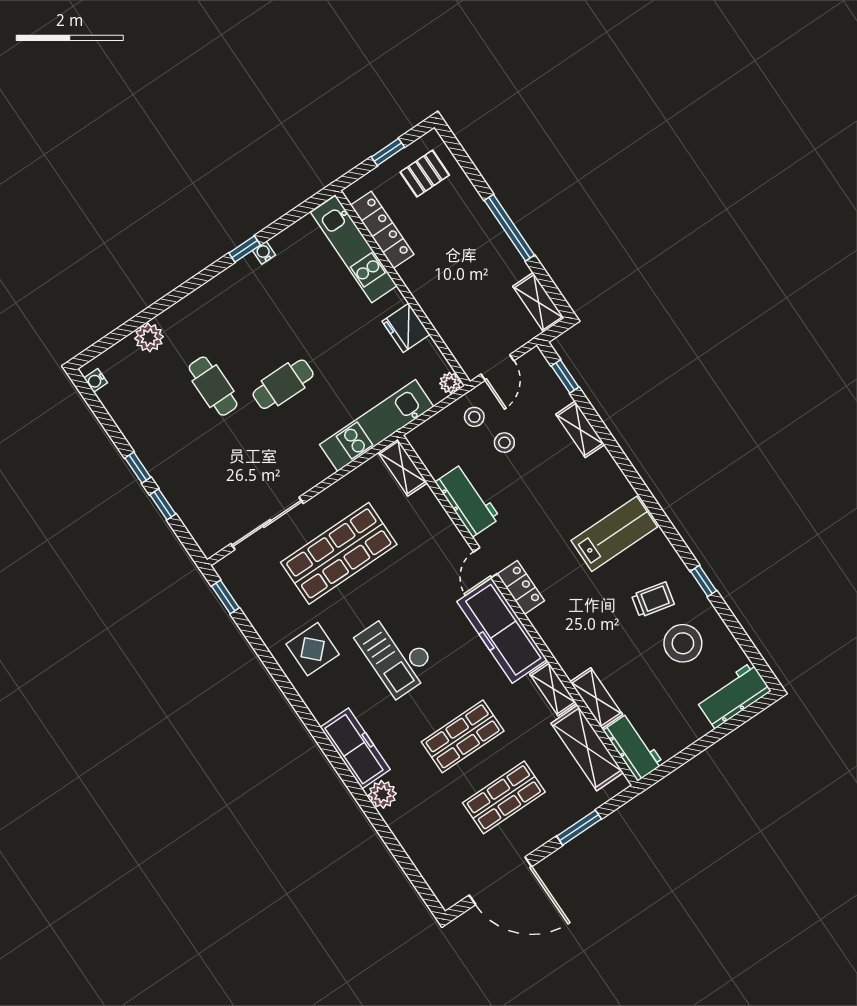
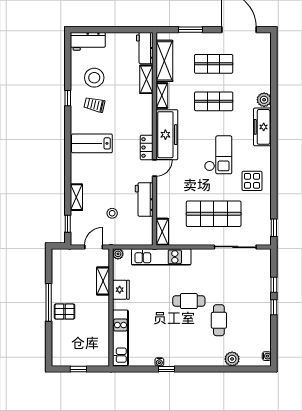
pallet: (425, 174) -> (65, 312), moved
locker: (382, 230) -> (103, 338), removed
shelving: (538, 302) -> (103, 281), moved
stool: (474, 417) -> (118, 233), removed

